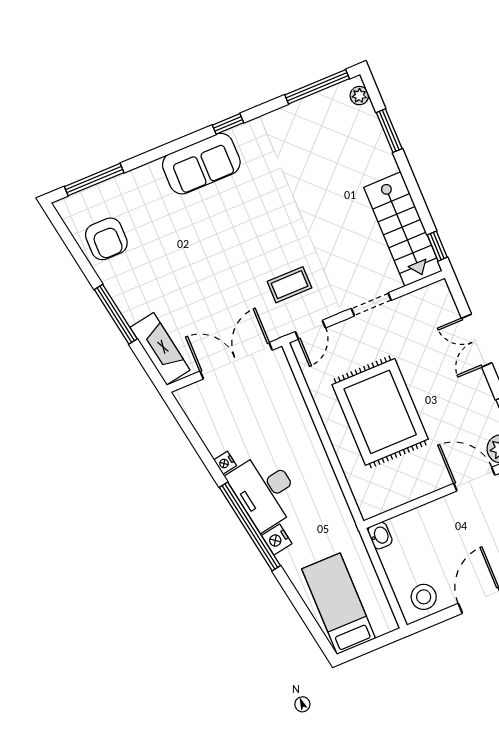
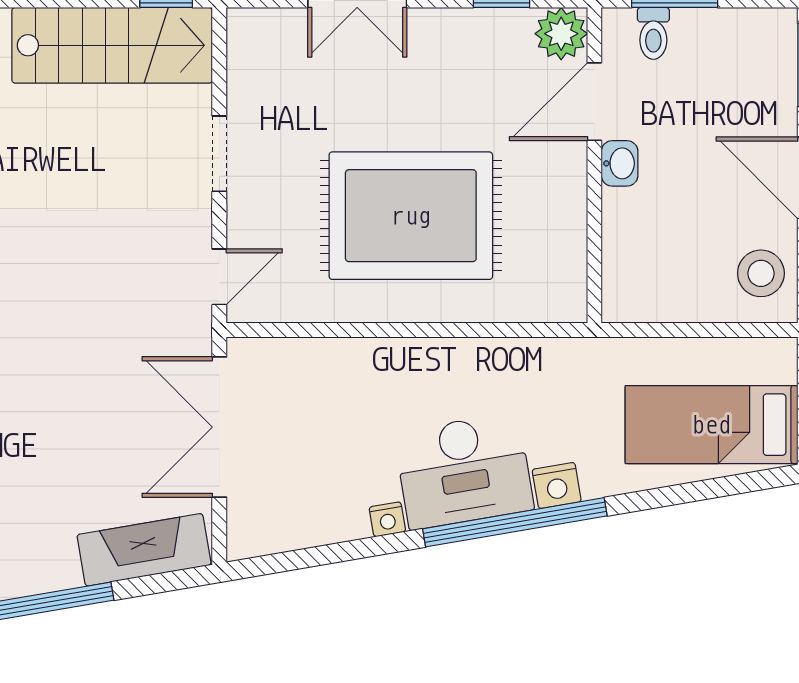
coffee table: (289, 285) -> (127, 281), removed
door: (310, 330) -> (219, 277), hinge flipped
washbasin: (380, 536) -> (620, 163), moved, turned 90

